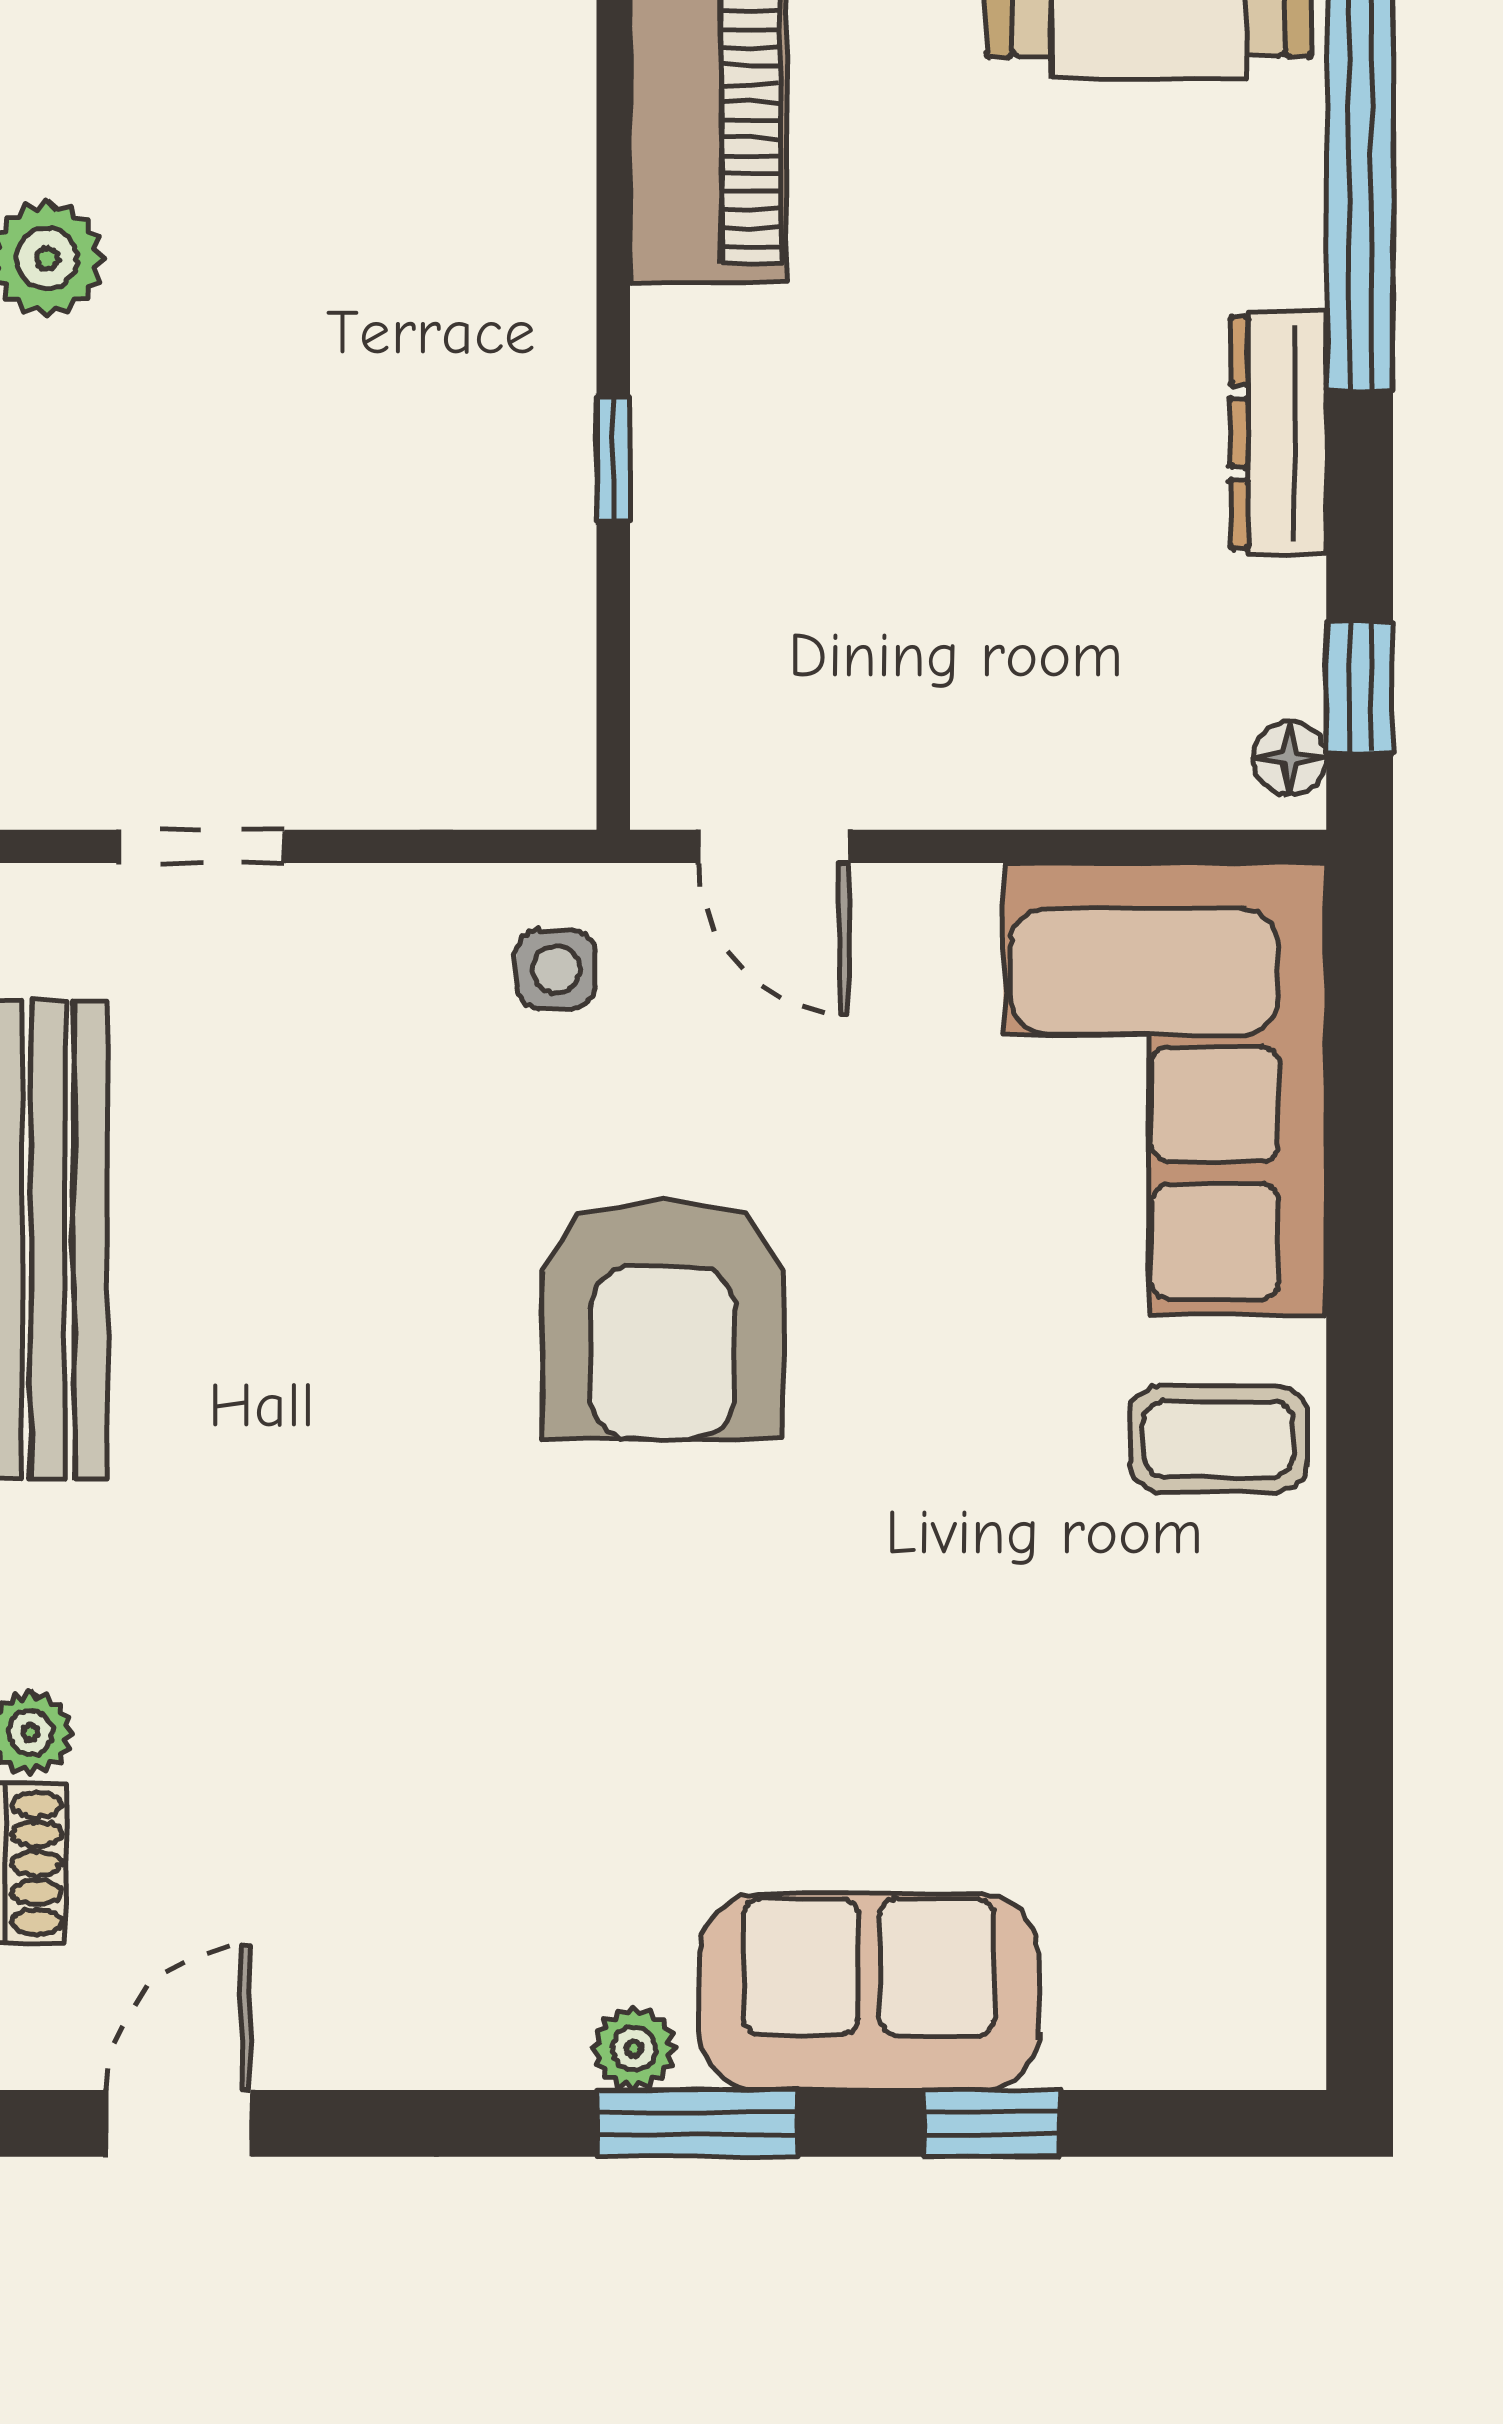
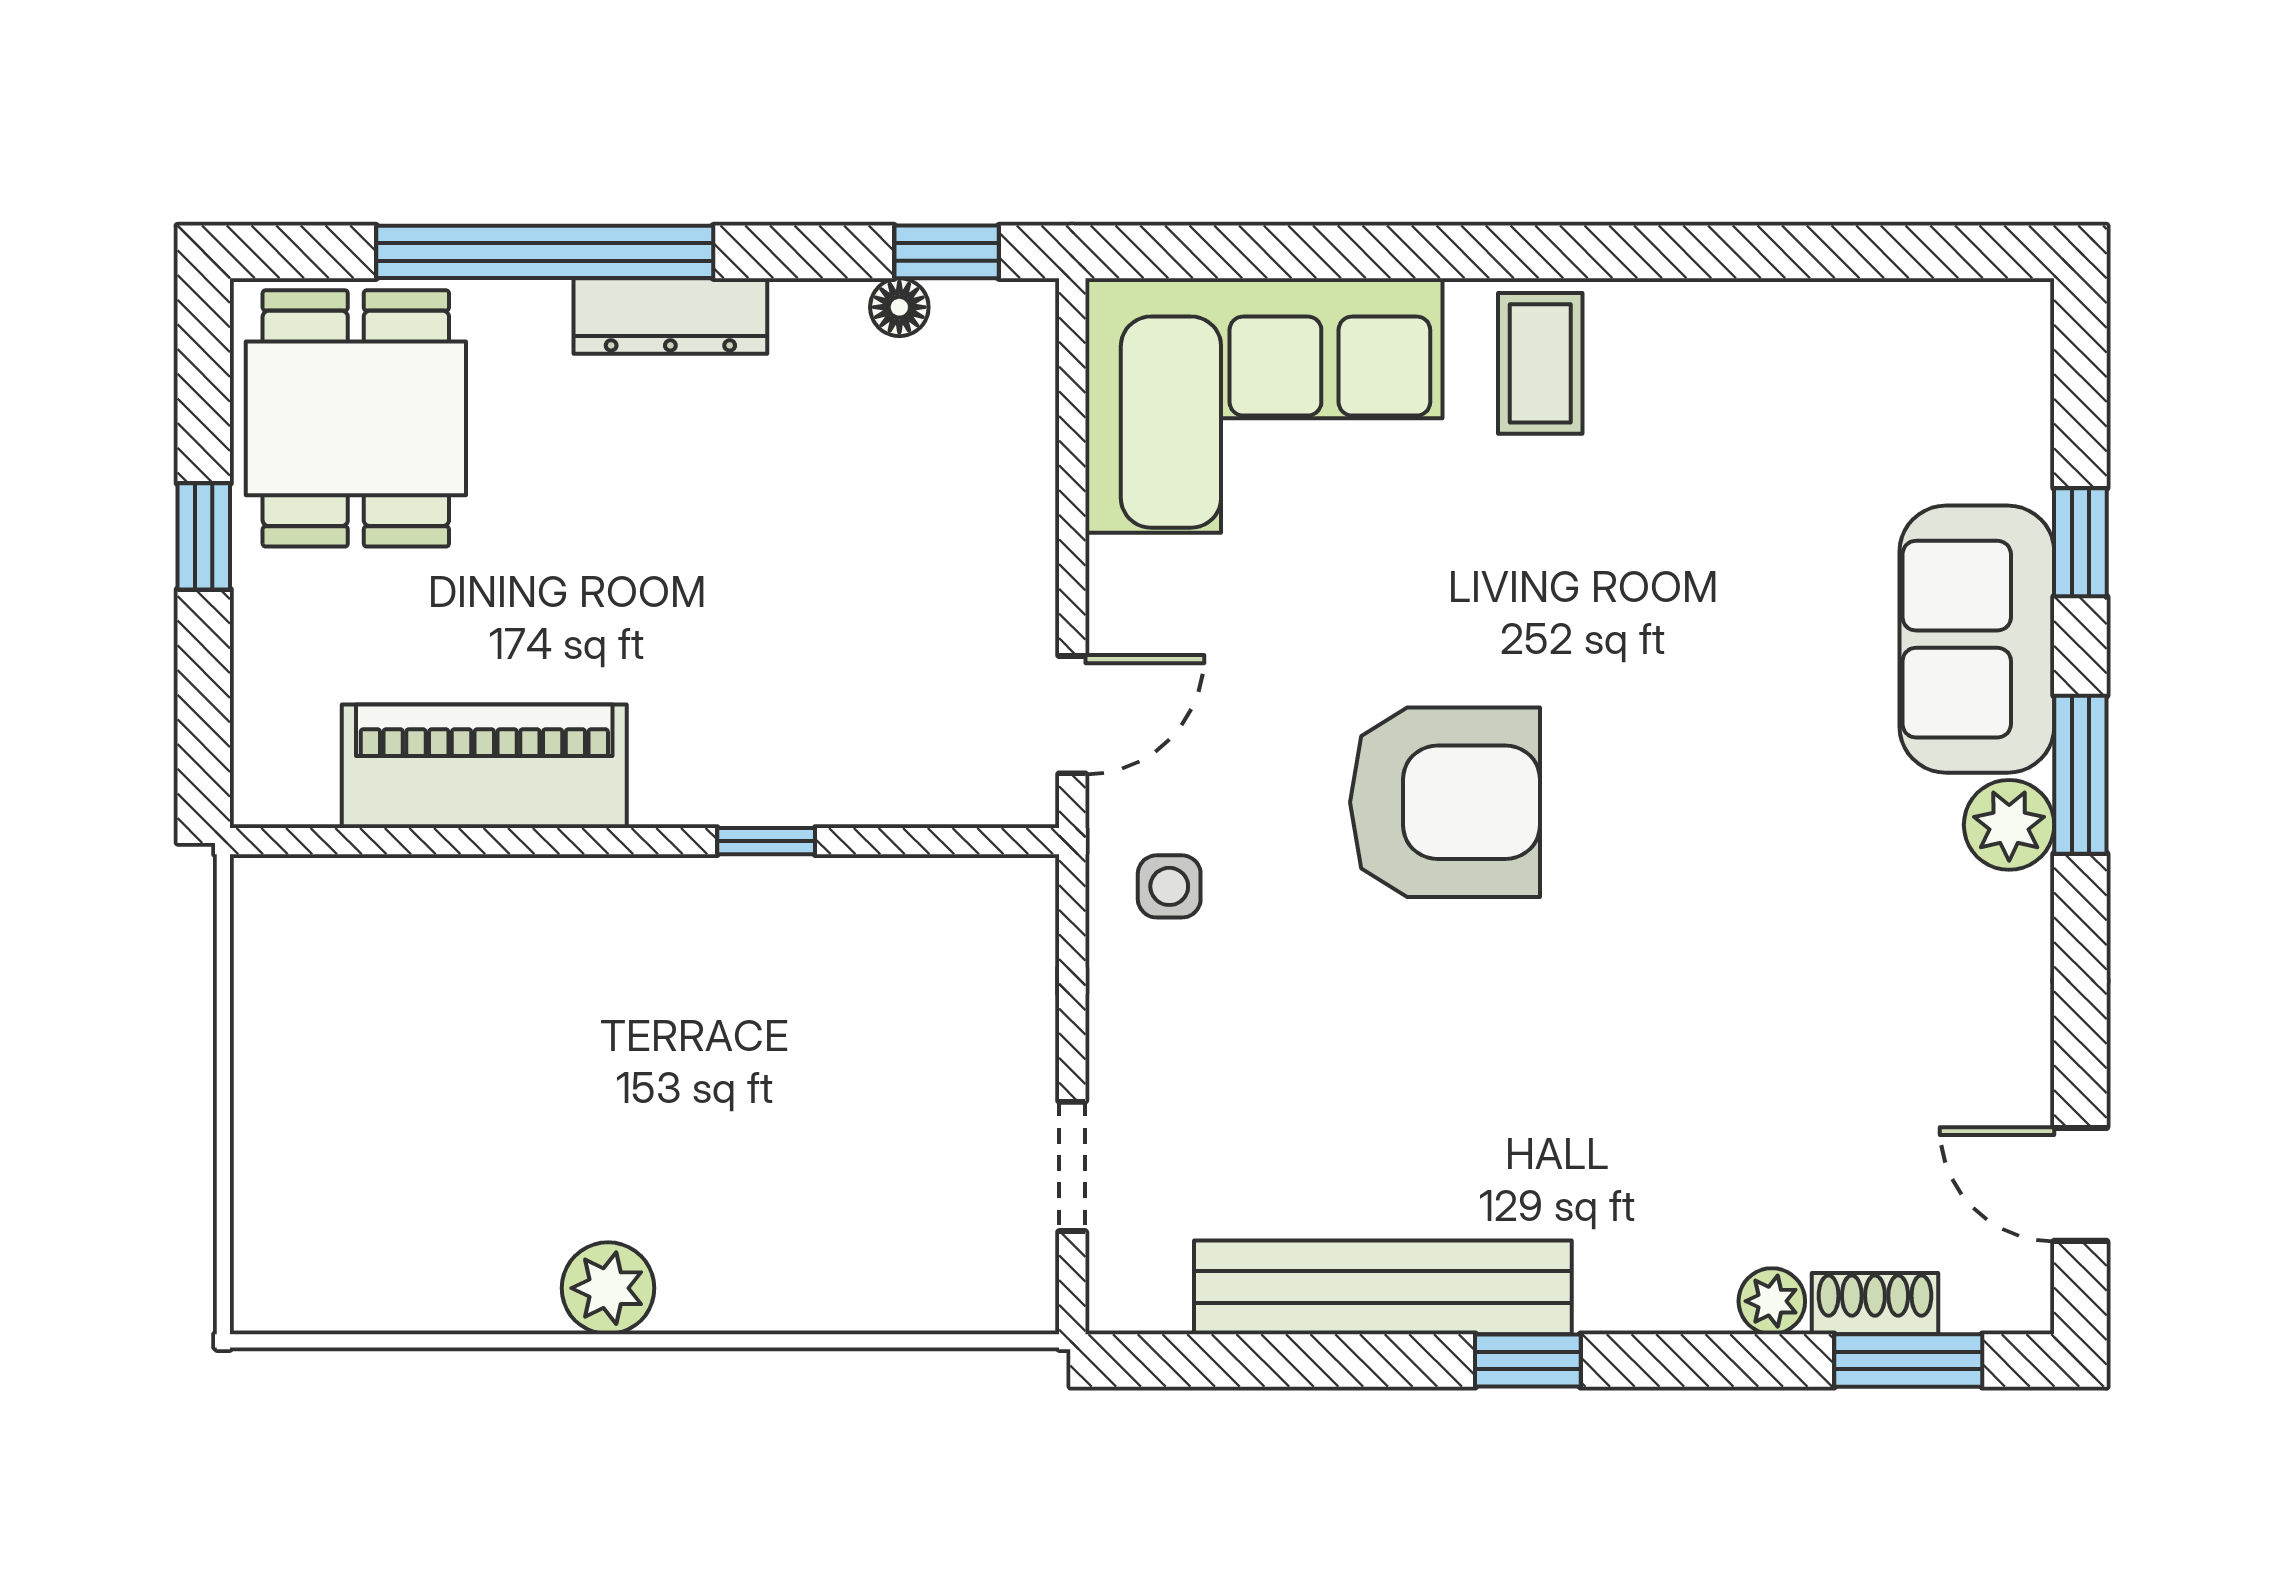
dresser: (1279, 433) -> (670, 316), moved
floor lamp: (1290, 758) -> (899, 307), moved
plant: (634, 2049) -> (2009, 825), width x1.38, depth x1.38

